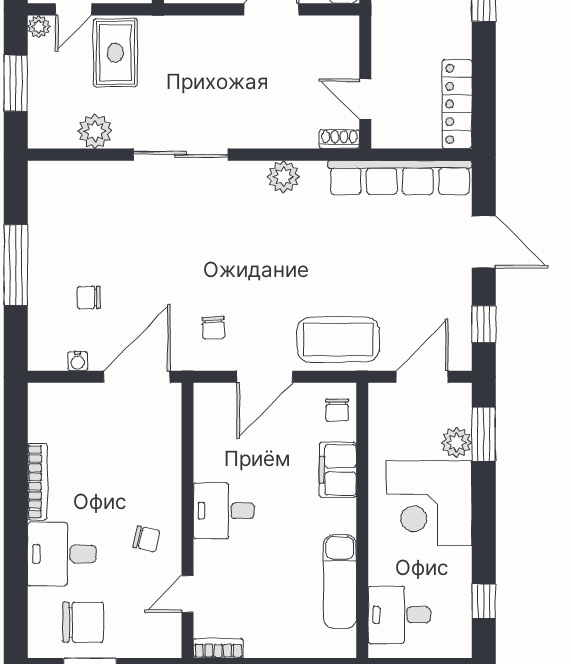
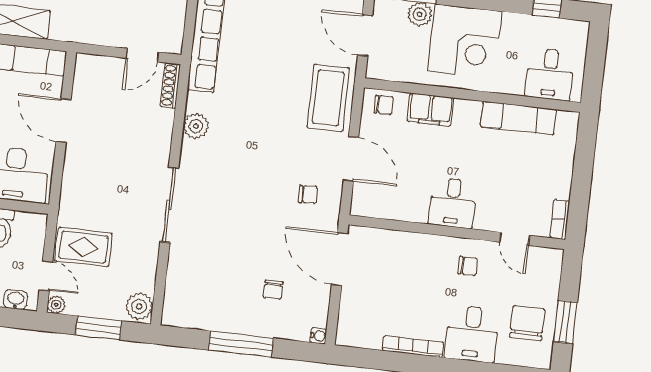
plant: (95, 131) -> (139, 306), moved
shoe rack: (339, 139) -> (170, 86), width x1.43
water cooler: (78, 361) -> (318, 336), moved
chair: (146, 539) -> (468, 266), turned 77

